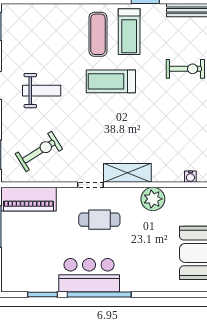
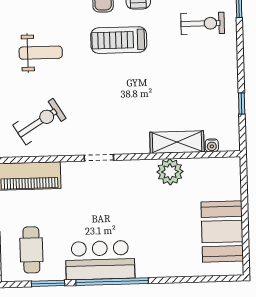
shelving: (127, 173) -> (177, 142), moved
cafe table: (99, 220) -> (31, 250), moved, turned 90

